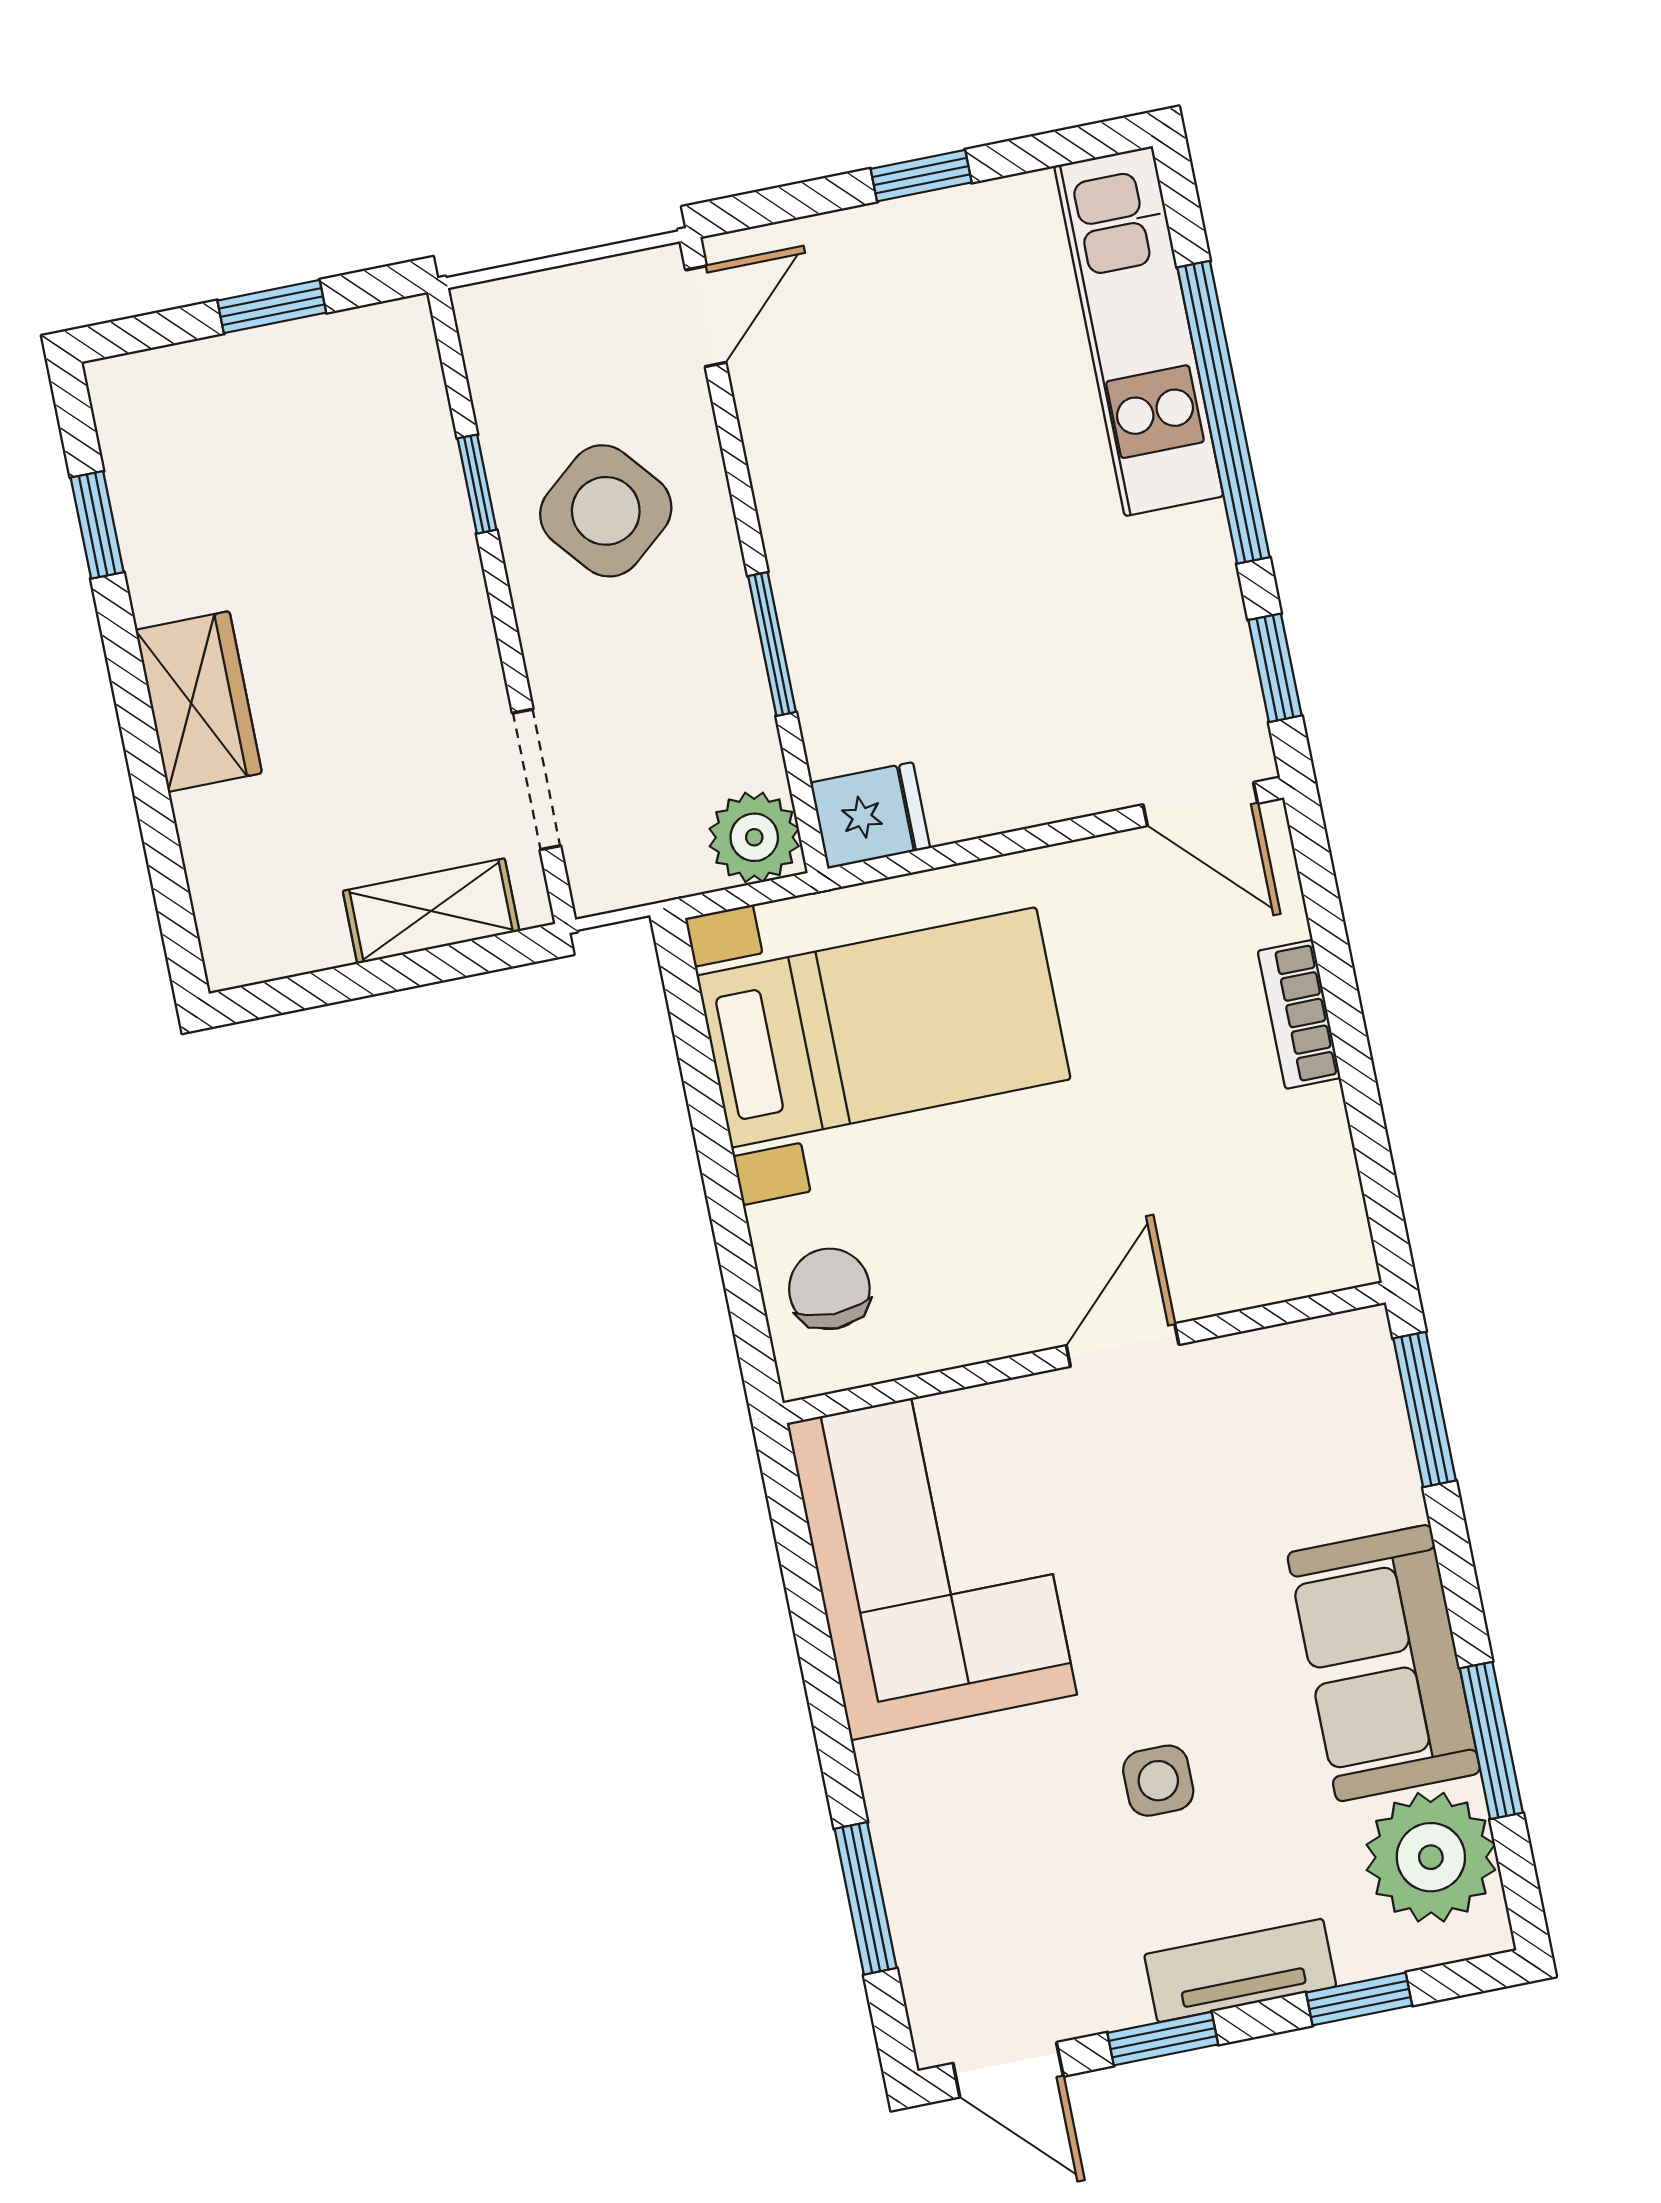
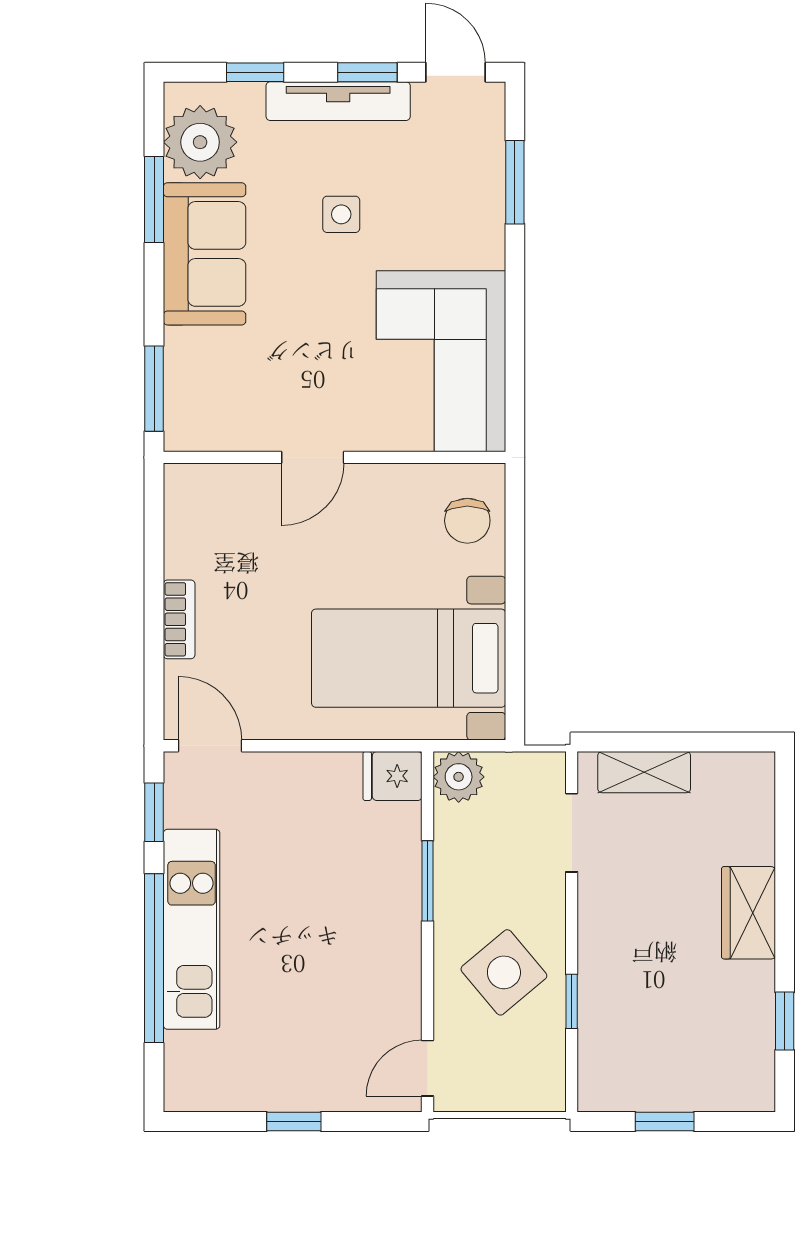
kitchen unit: (1139, 331) -> (192, 929), moved
tv unit: (1240, 1970) -> (338, 101), width x1.41

